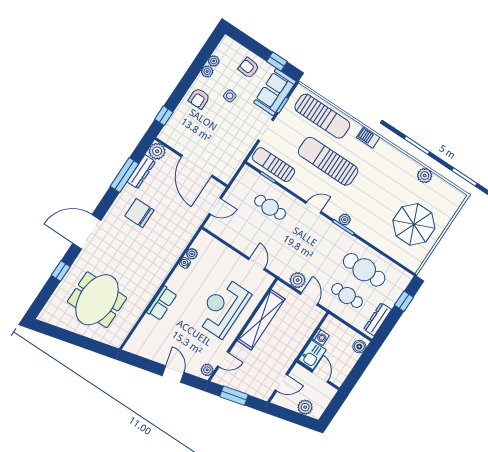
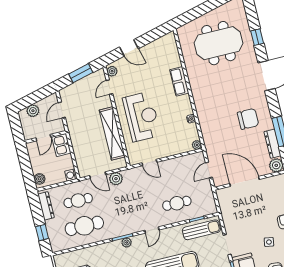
plant: (192, 254) -> (197, 145), moved
meeting table: (97, 300) -> (219, 43), turned 90
washing machine: (321, 337) -> (71, 175), moved
door: (320, 376) -> (43, 138), hinge flipped

